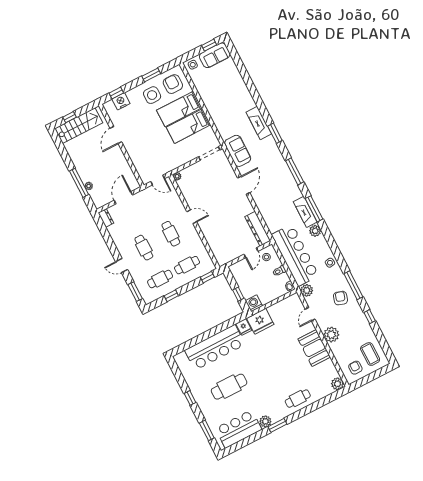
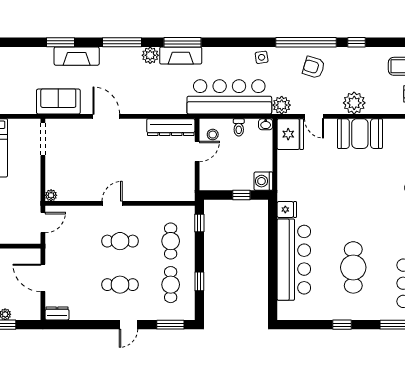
fireplace: (259, 123) -> (77, 56), moved
plant: (315, 231) -> (150, 55), moved
door: (251, 253) -> (197, 151), hinge flipped
window: (353, 285) -> (306, 42), width x1.46
fridge: (260, 321) -> (290, 134), moved

